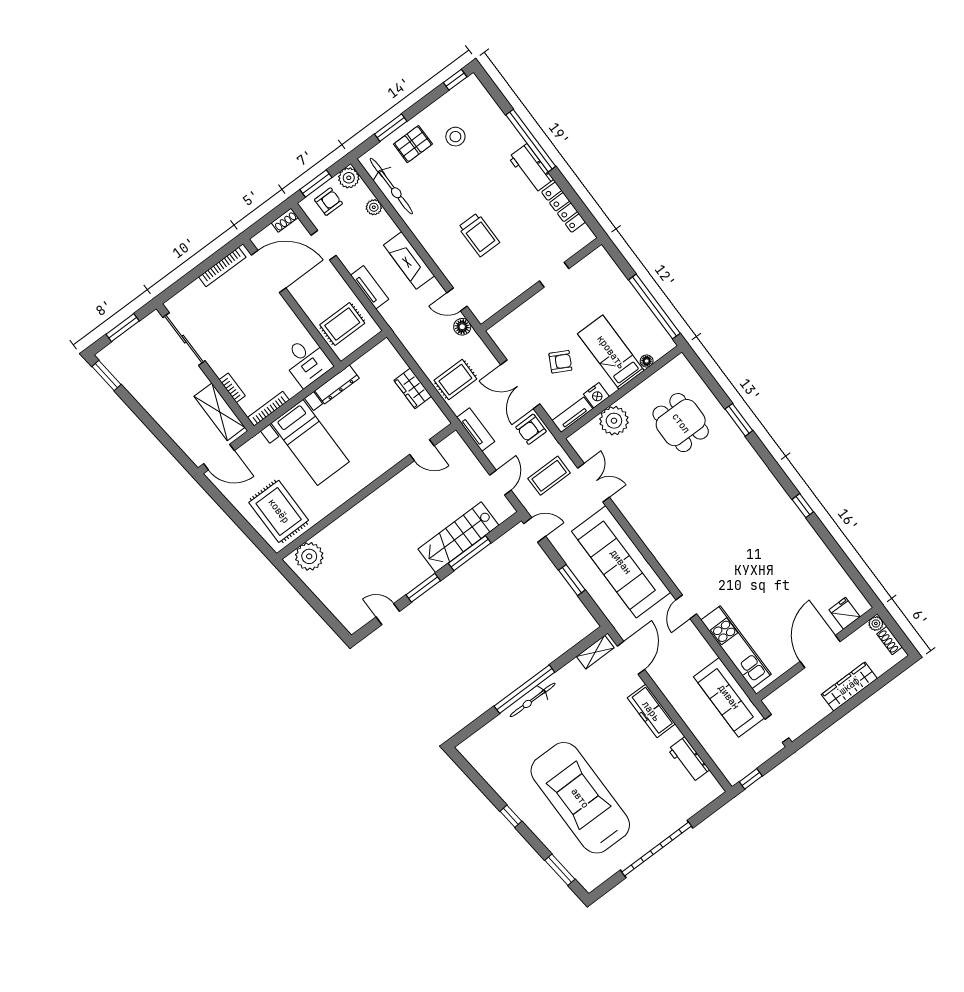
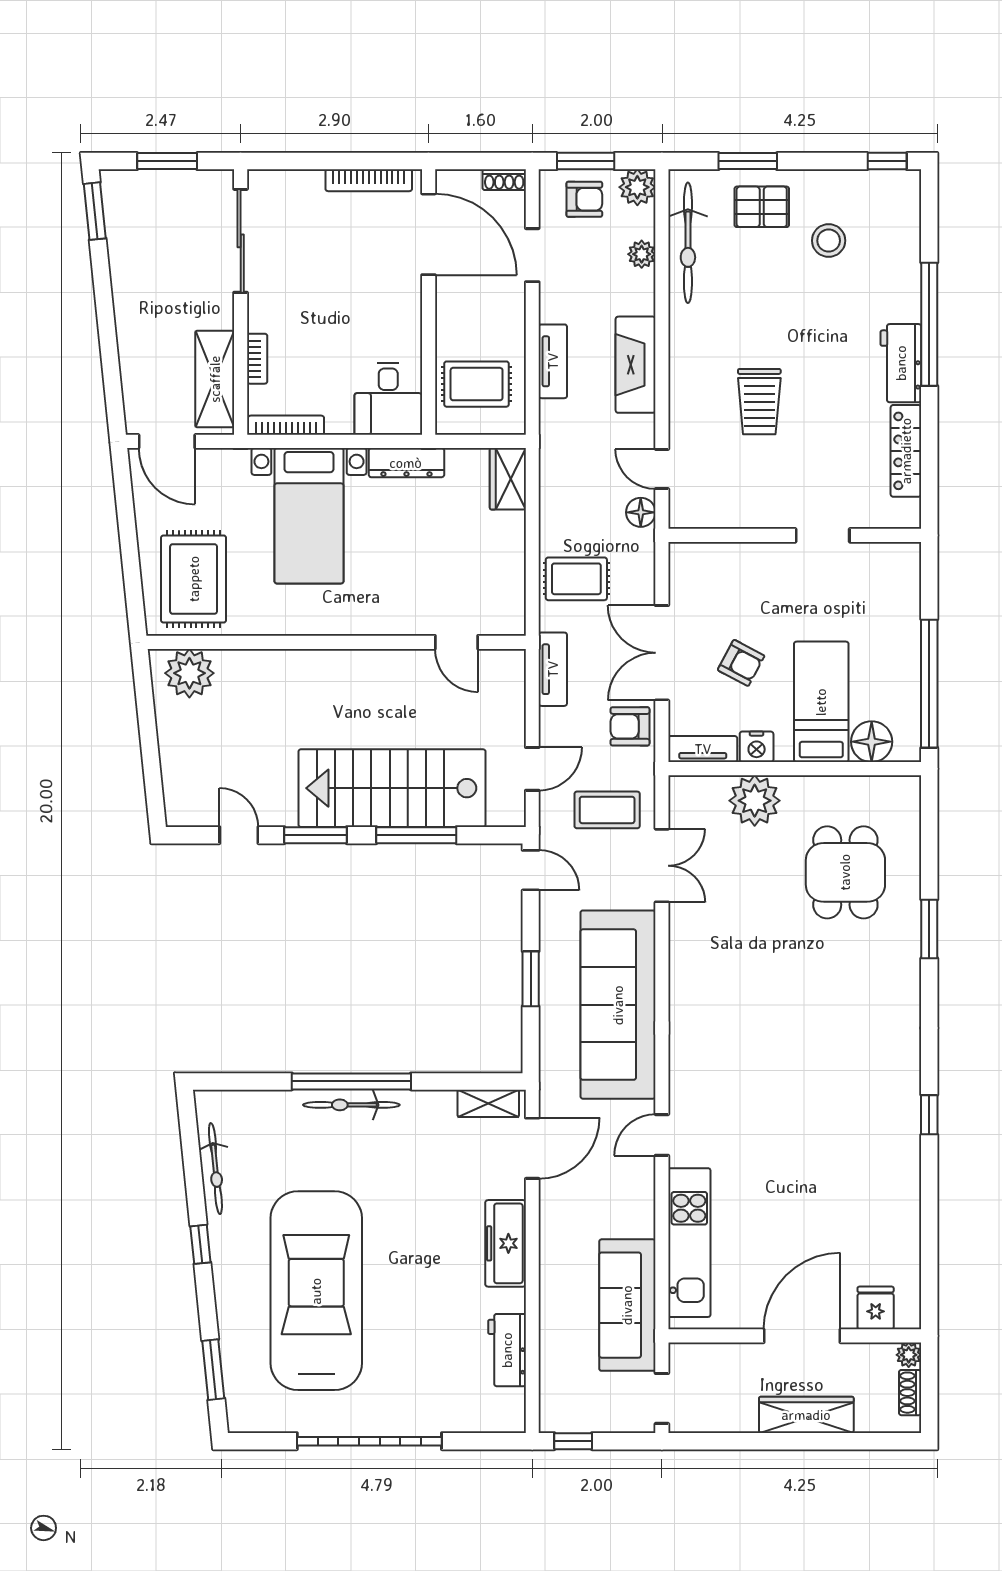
floor lamp: (647, 361) -> (872, 742), width x1.89, depth x1.89
wardrobe: (413, 388) -> (508, 479), moved
stairs: (458, 537) -> (392, 788), width x1.36, depth x1.51
bicycle: (492, 776) -> (215, 1169), added

